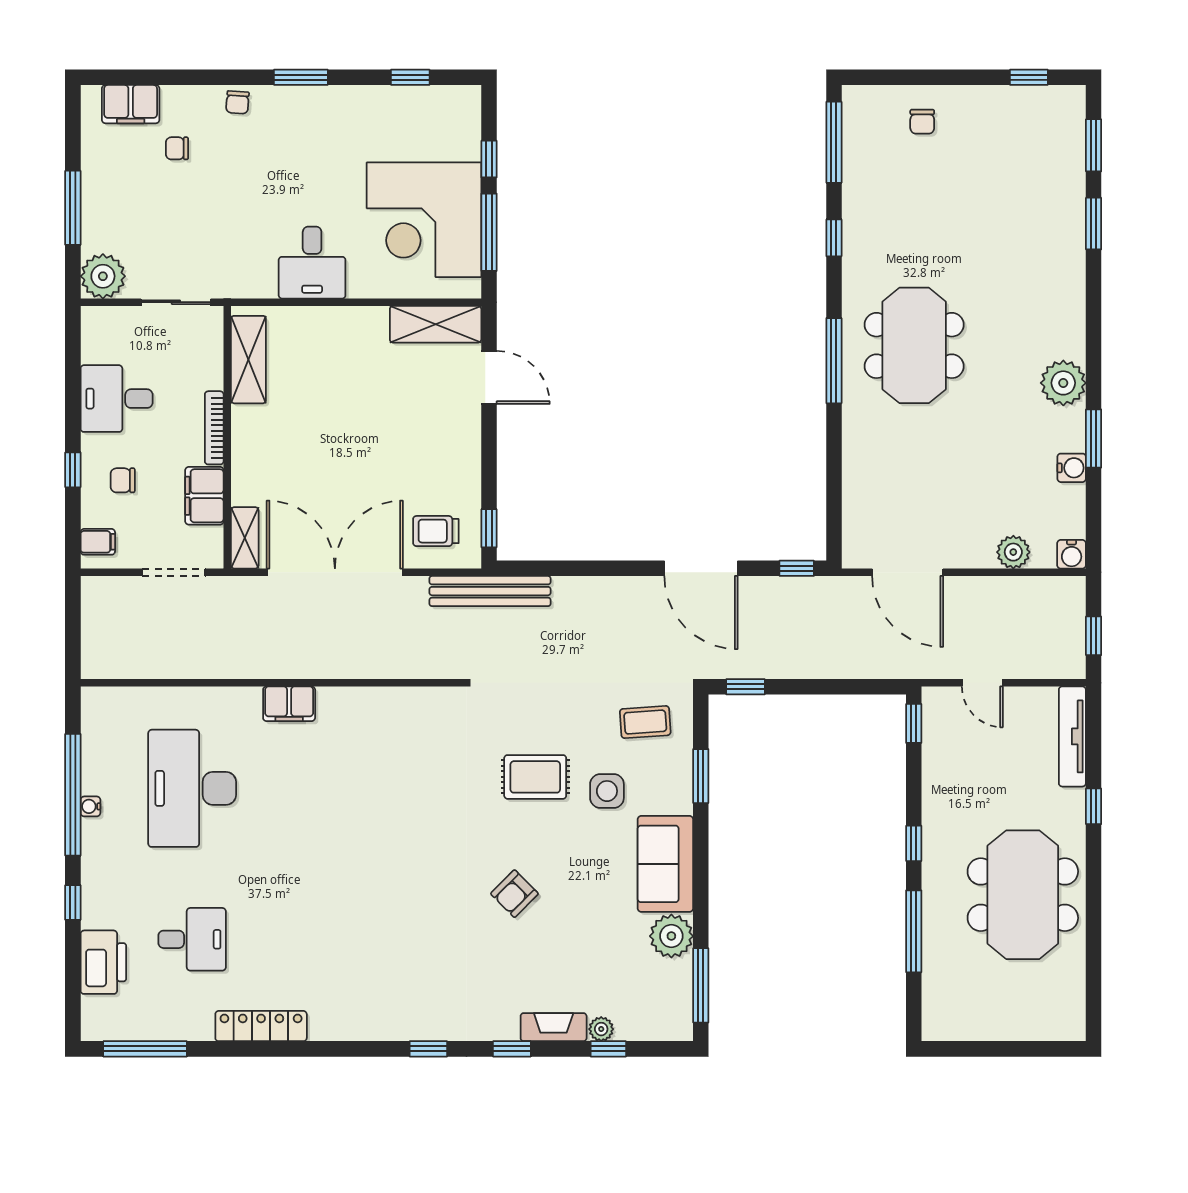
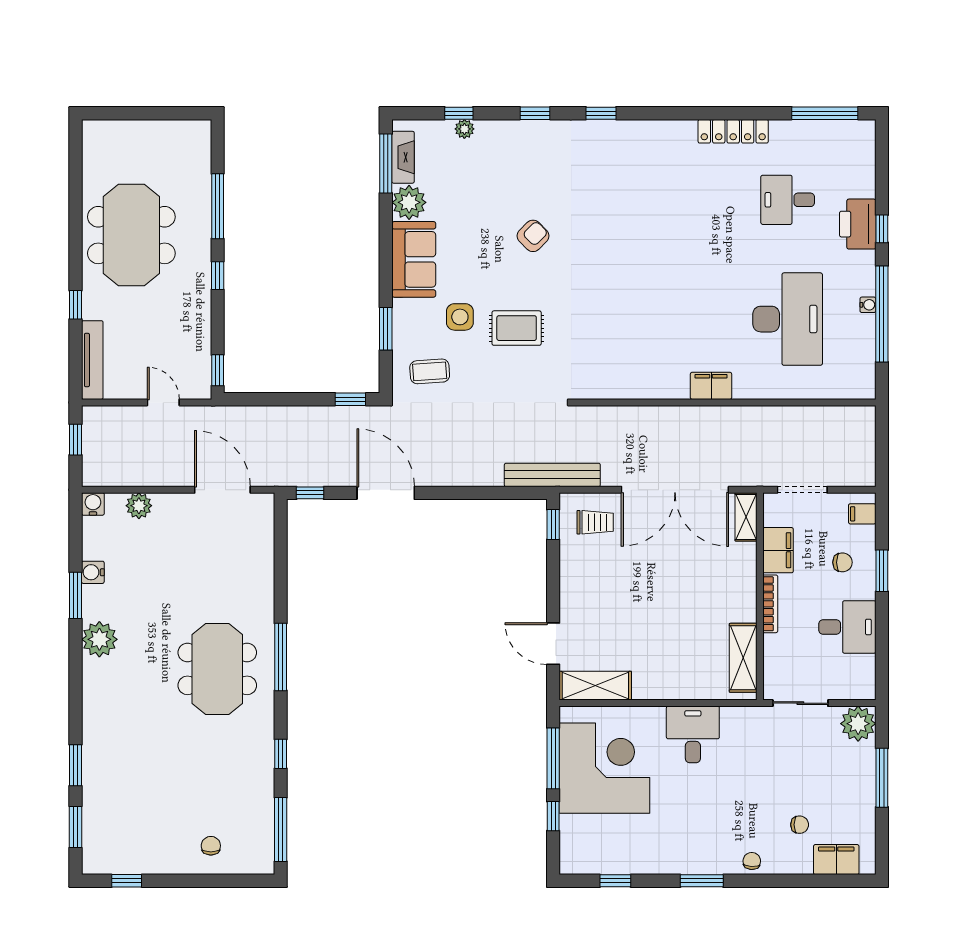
window: (73, 470) -> (882, 571), width x1.50
printer: (103, 962) -> (858, 224), moved
fireplace: (554, 1027) -> (403, 157), moved, turned -90

